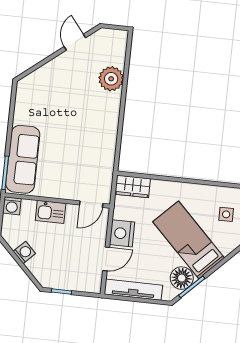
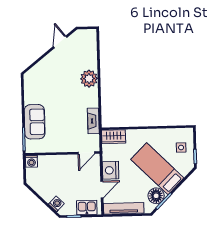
plant: (111, 79) -> (89, 79), moved
sofa: (23, 159) -> (35, 122), width x0.73
fireplace: (107, 160) -> (93, 121), added
kitchen sink: (51, 212) -> (87, 207), moved, turned 180
washing machine: (24, 252) -> (56, 204), moved

